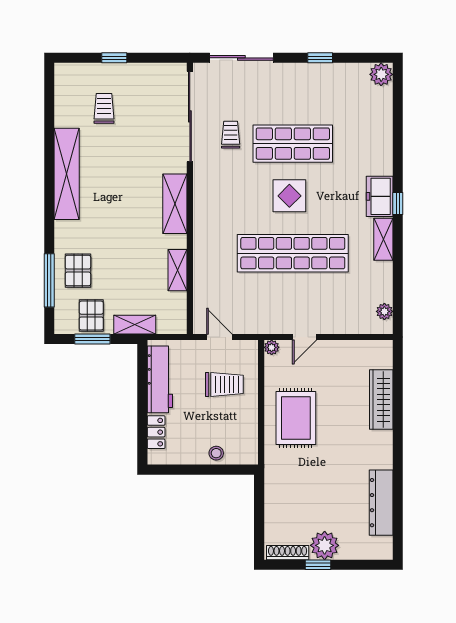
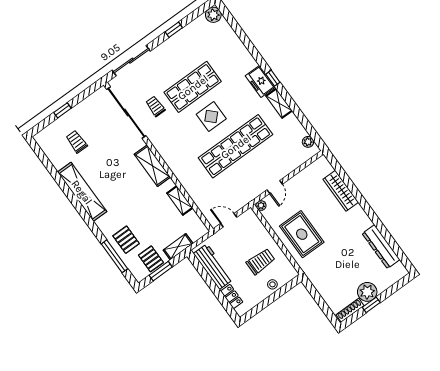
trolley: (224, 384) -> (261, 261), moved

